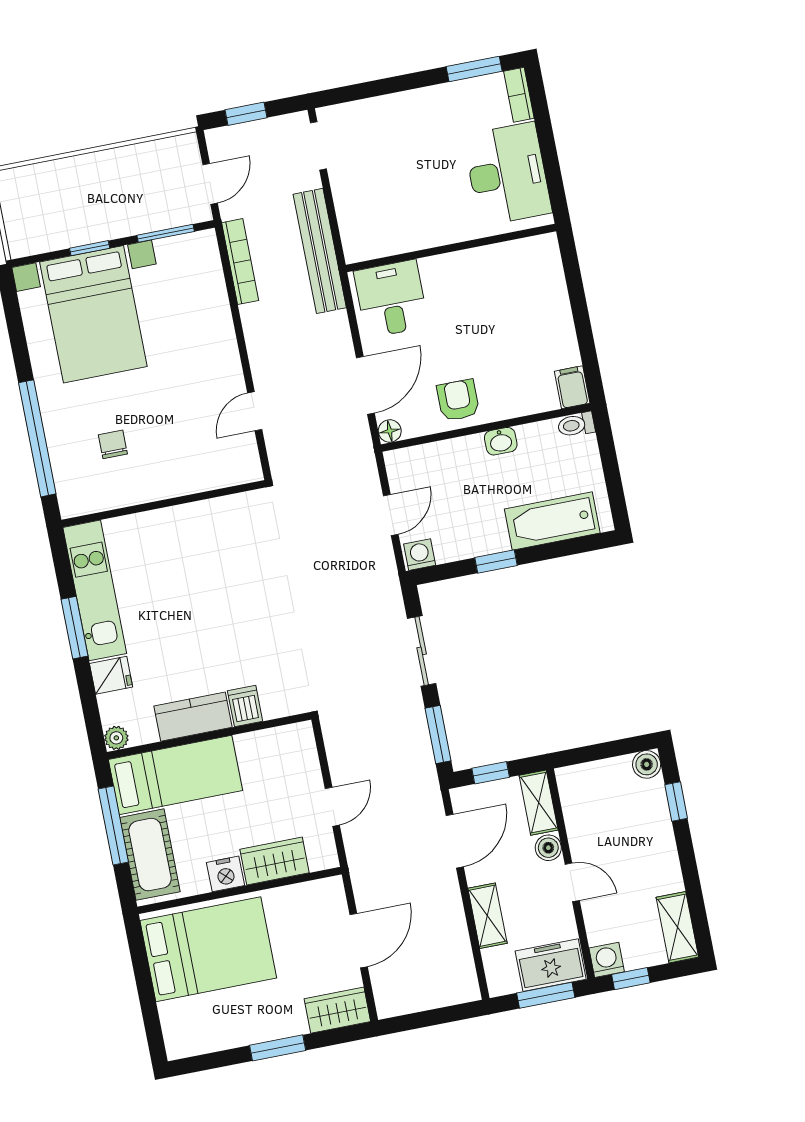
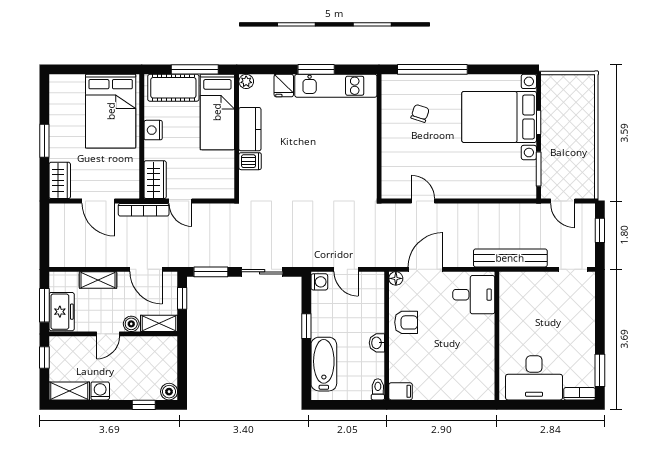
bookcase: (240, 262) -> (144, 210), moved
door: (365, 385) -> (426, 269), swing flipped
chair: (113, 444) -> (420, 113), turned -72
wardrobe: (275, 861) -> (155, 180), moved
washing machine: (607, 960) -> (100, 391), moved, turned -90

